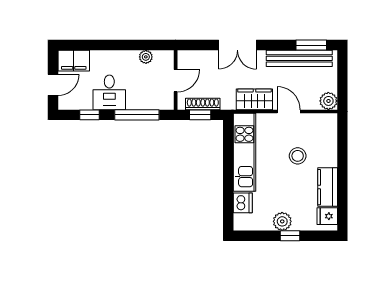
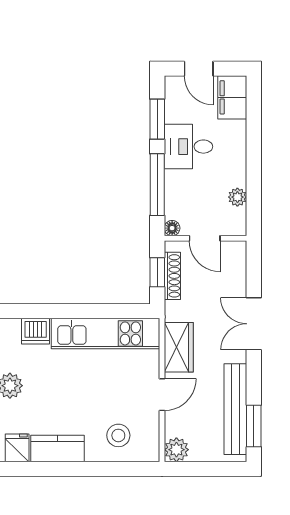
floor lamp: (168, 104) -> (172, 228), added
window: (90, 115) -> (157, 119), width x1.50
stool: (298, 156) -> (118, 435), moved

